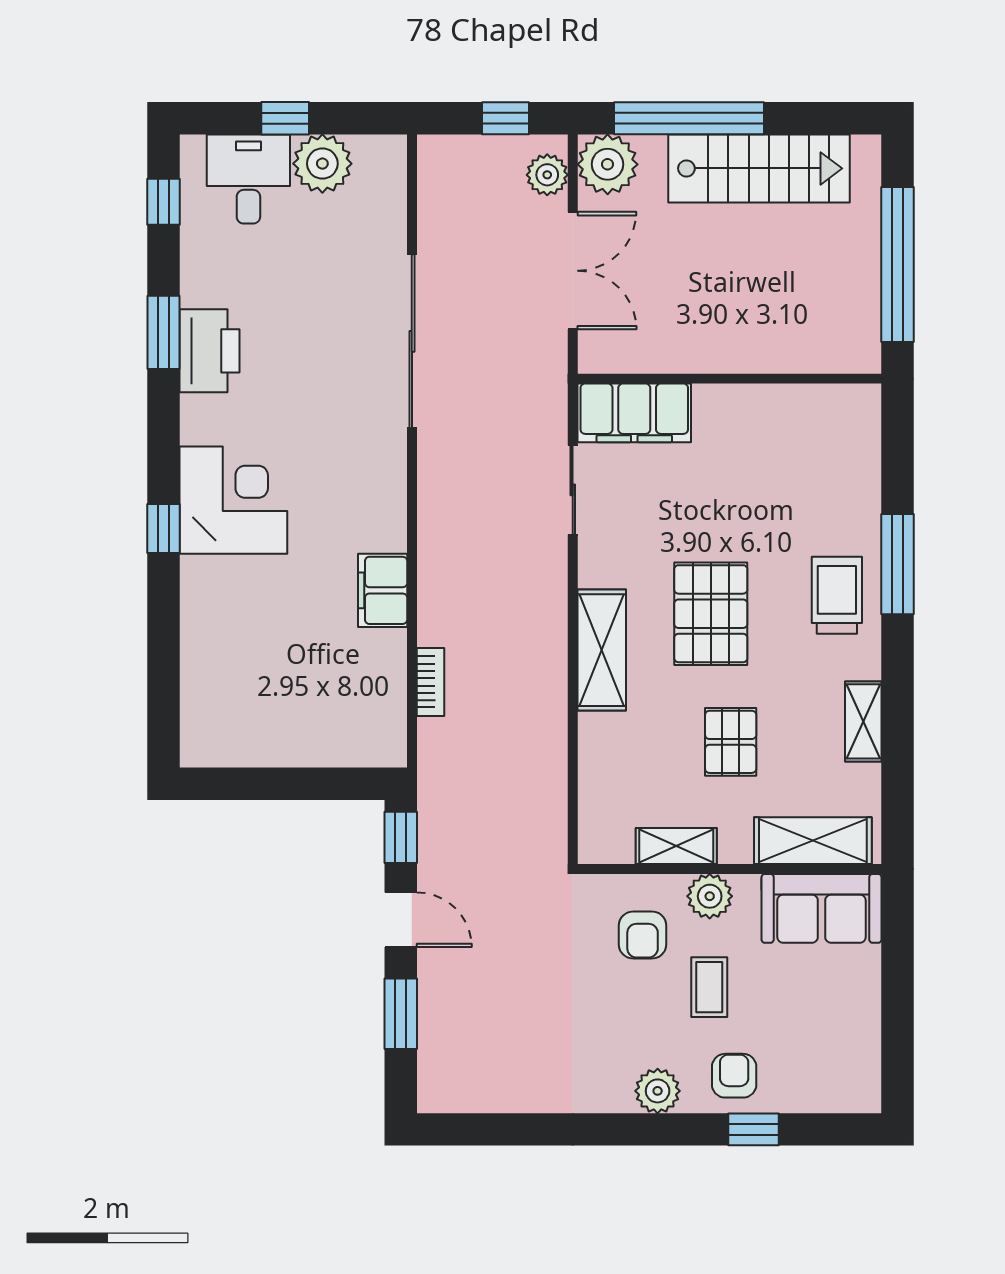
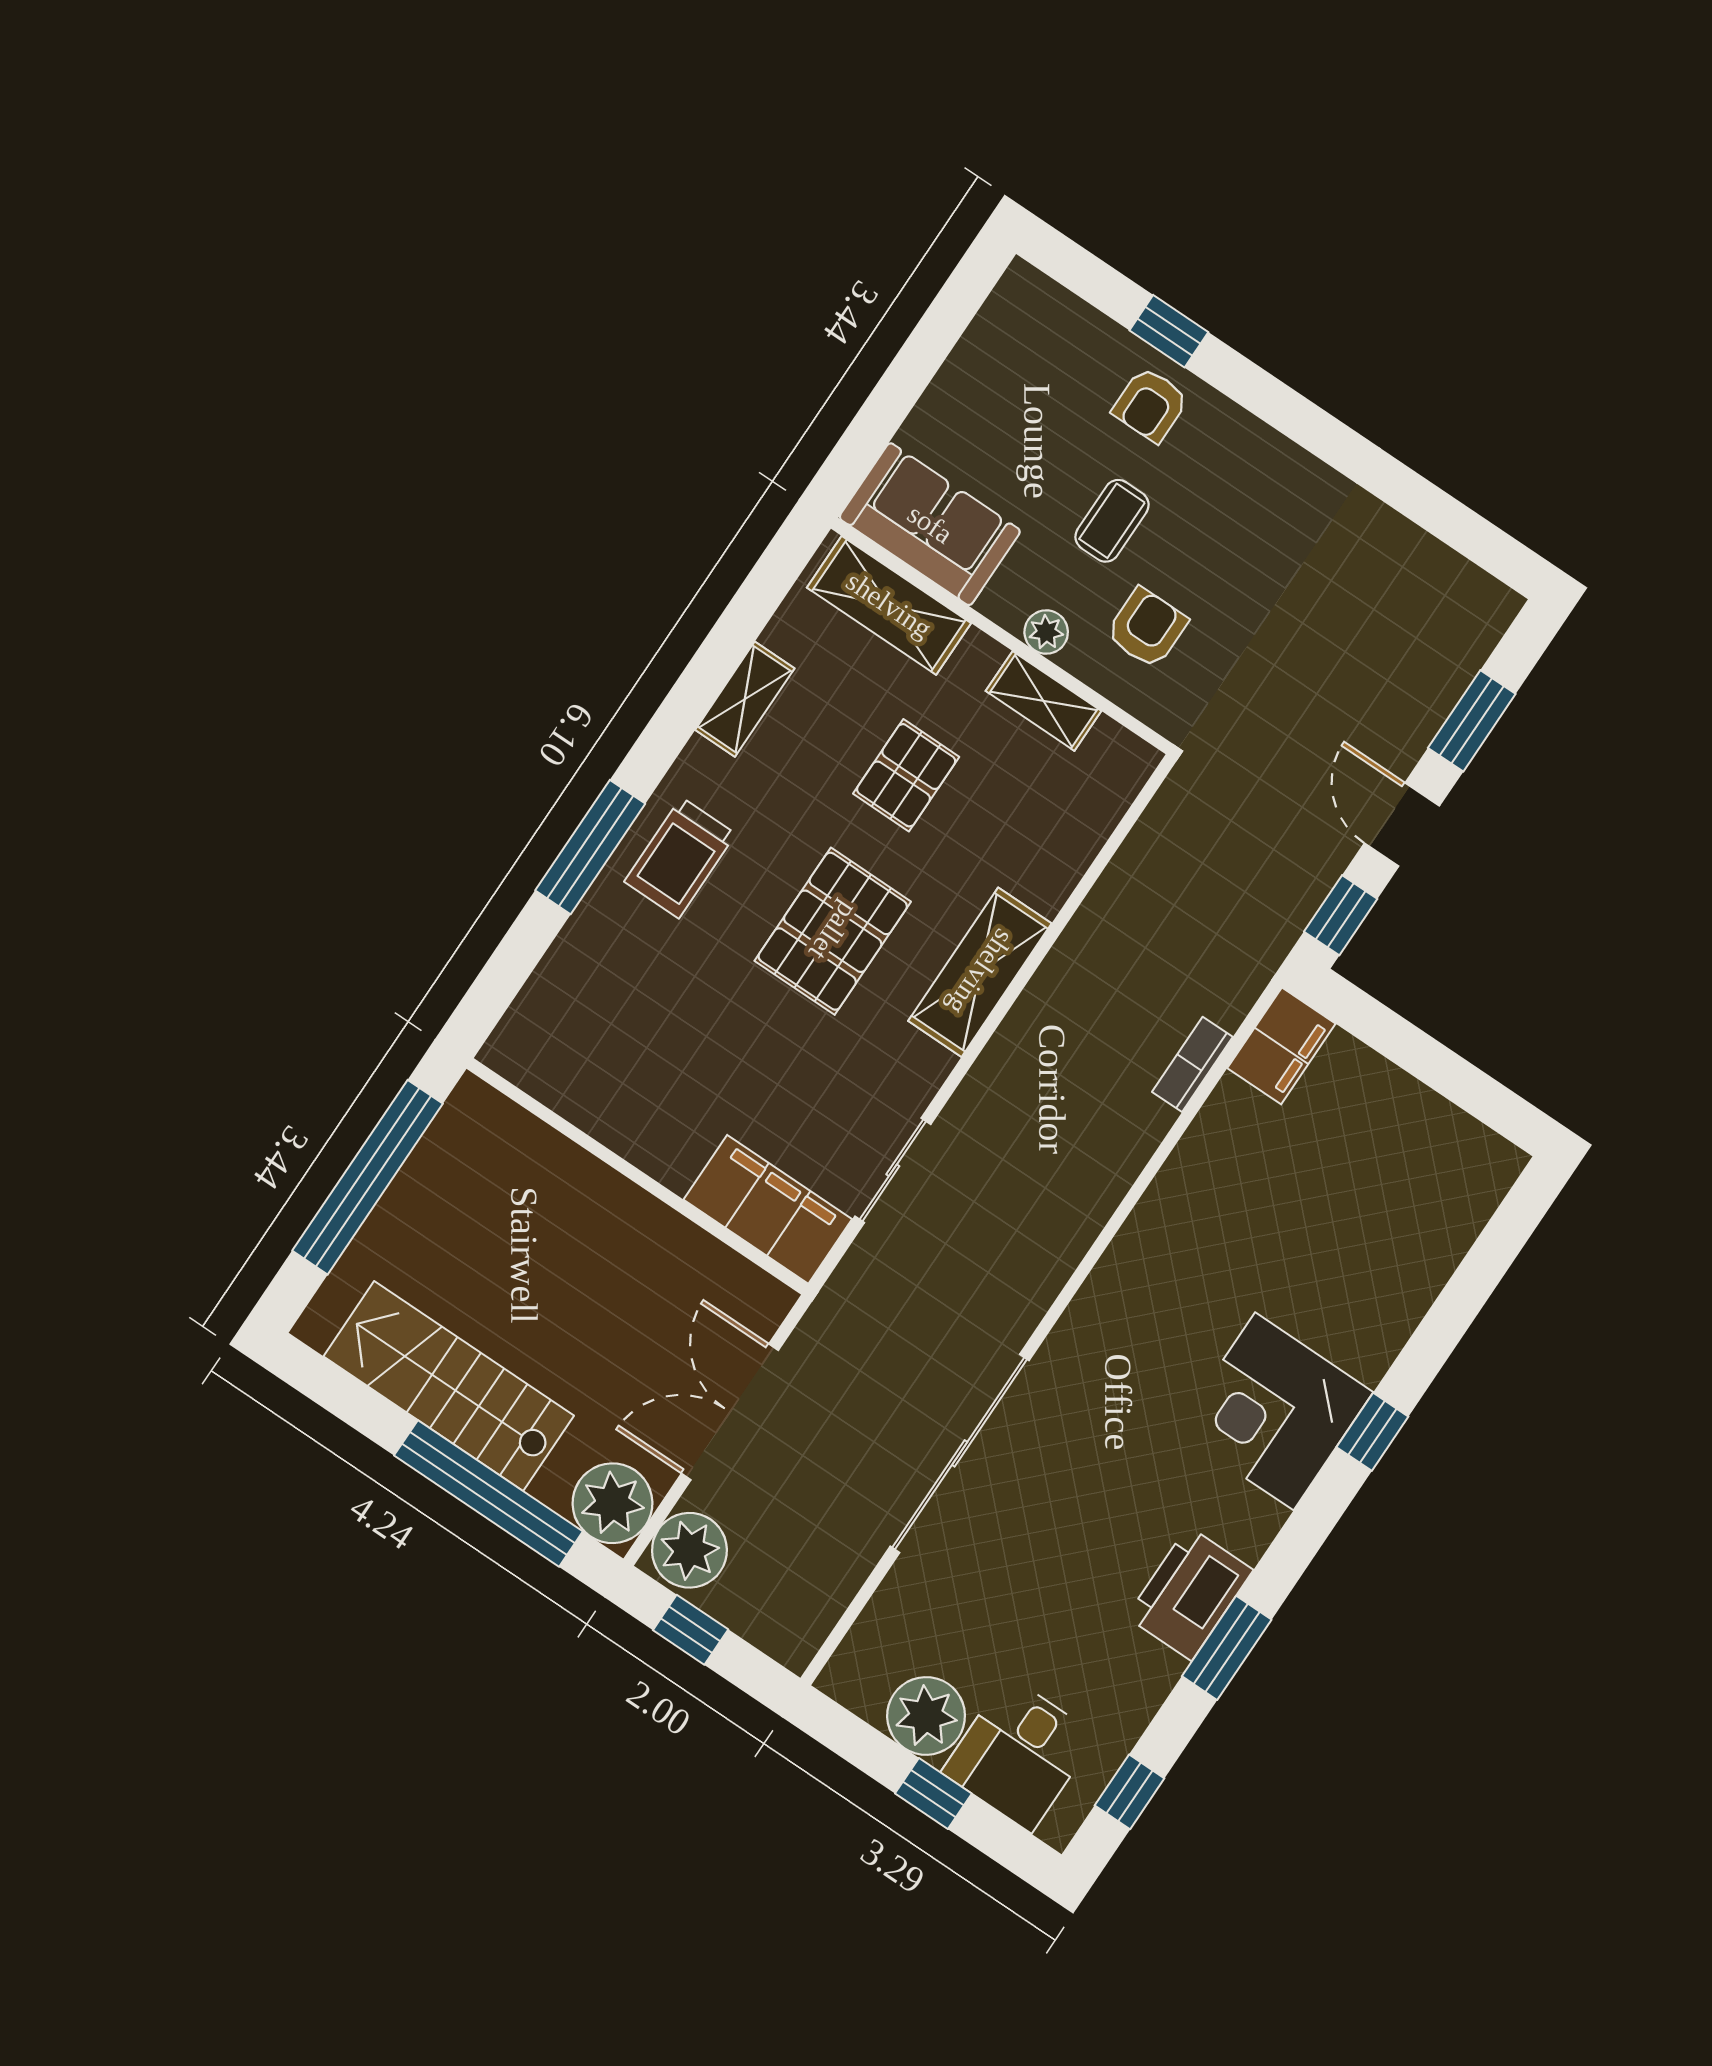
plant: (547, 175) -> (689, 1550), width x1.36, depth x1.36
filing cabinet: (383, 590) -> (1281, 1046), moved
plant: (710, 896) -> (1046, 632), width x0.73, depth x0.73
plant: (658, 1091) -> (1246, 445), removed

